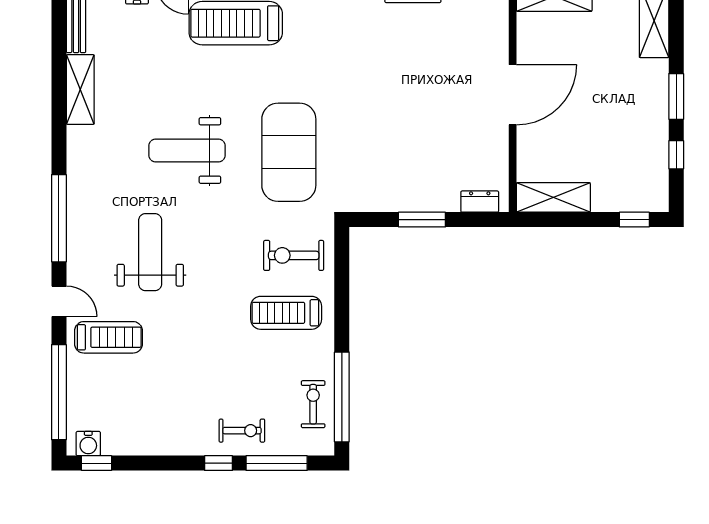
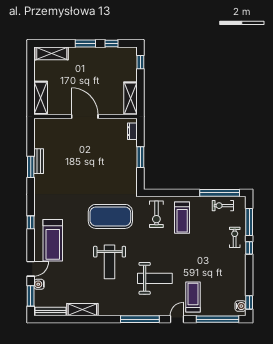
weight bench: (150, 252) -> (155, 278), turned 180

